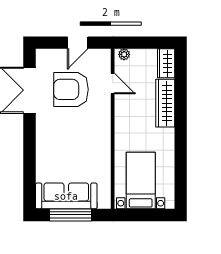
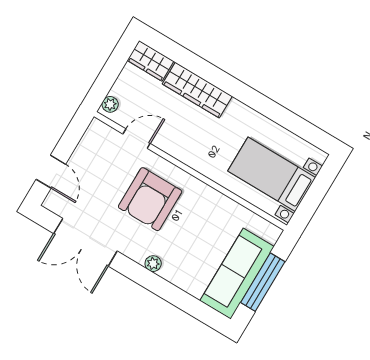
door: (78, 43) -> (51, 172), moved
armchair: (71, 89) -> (150, 199), moved
plant: (41, 140) -> (153, 264), added

